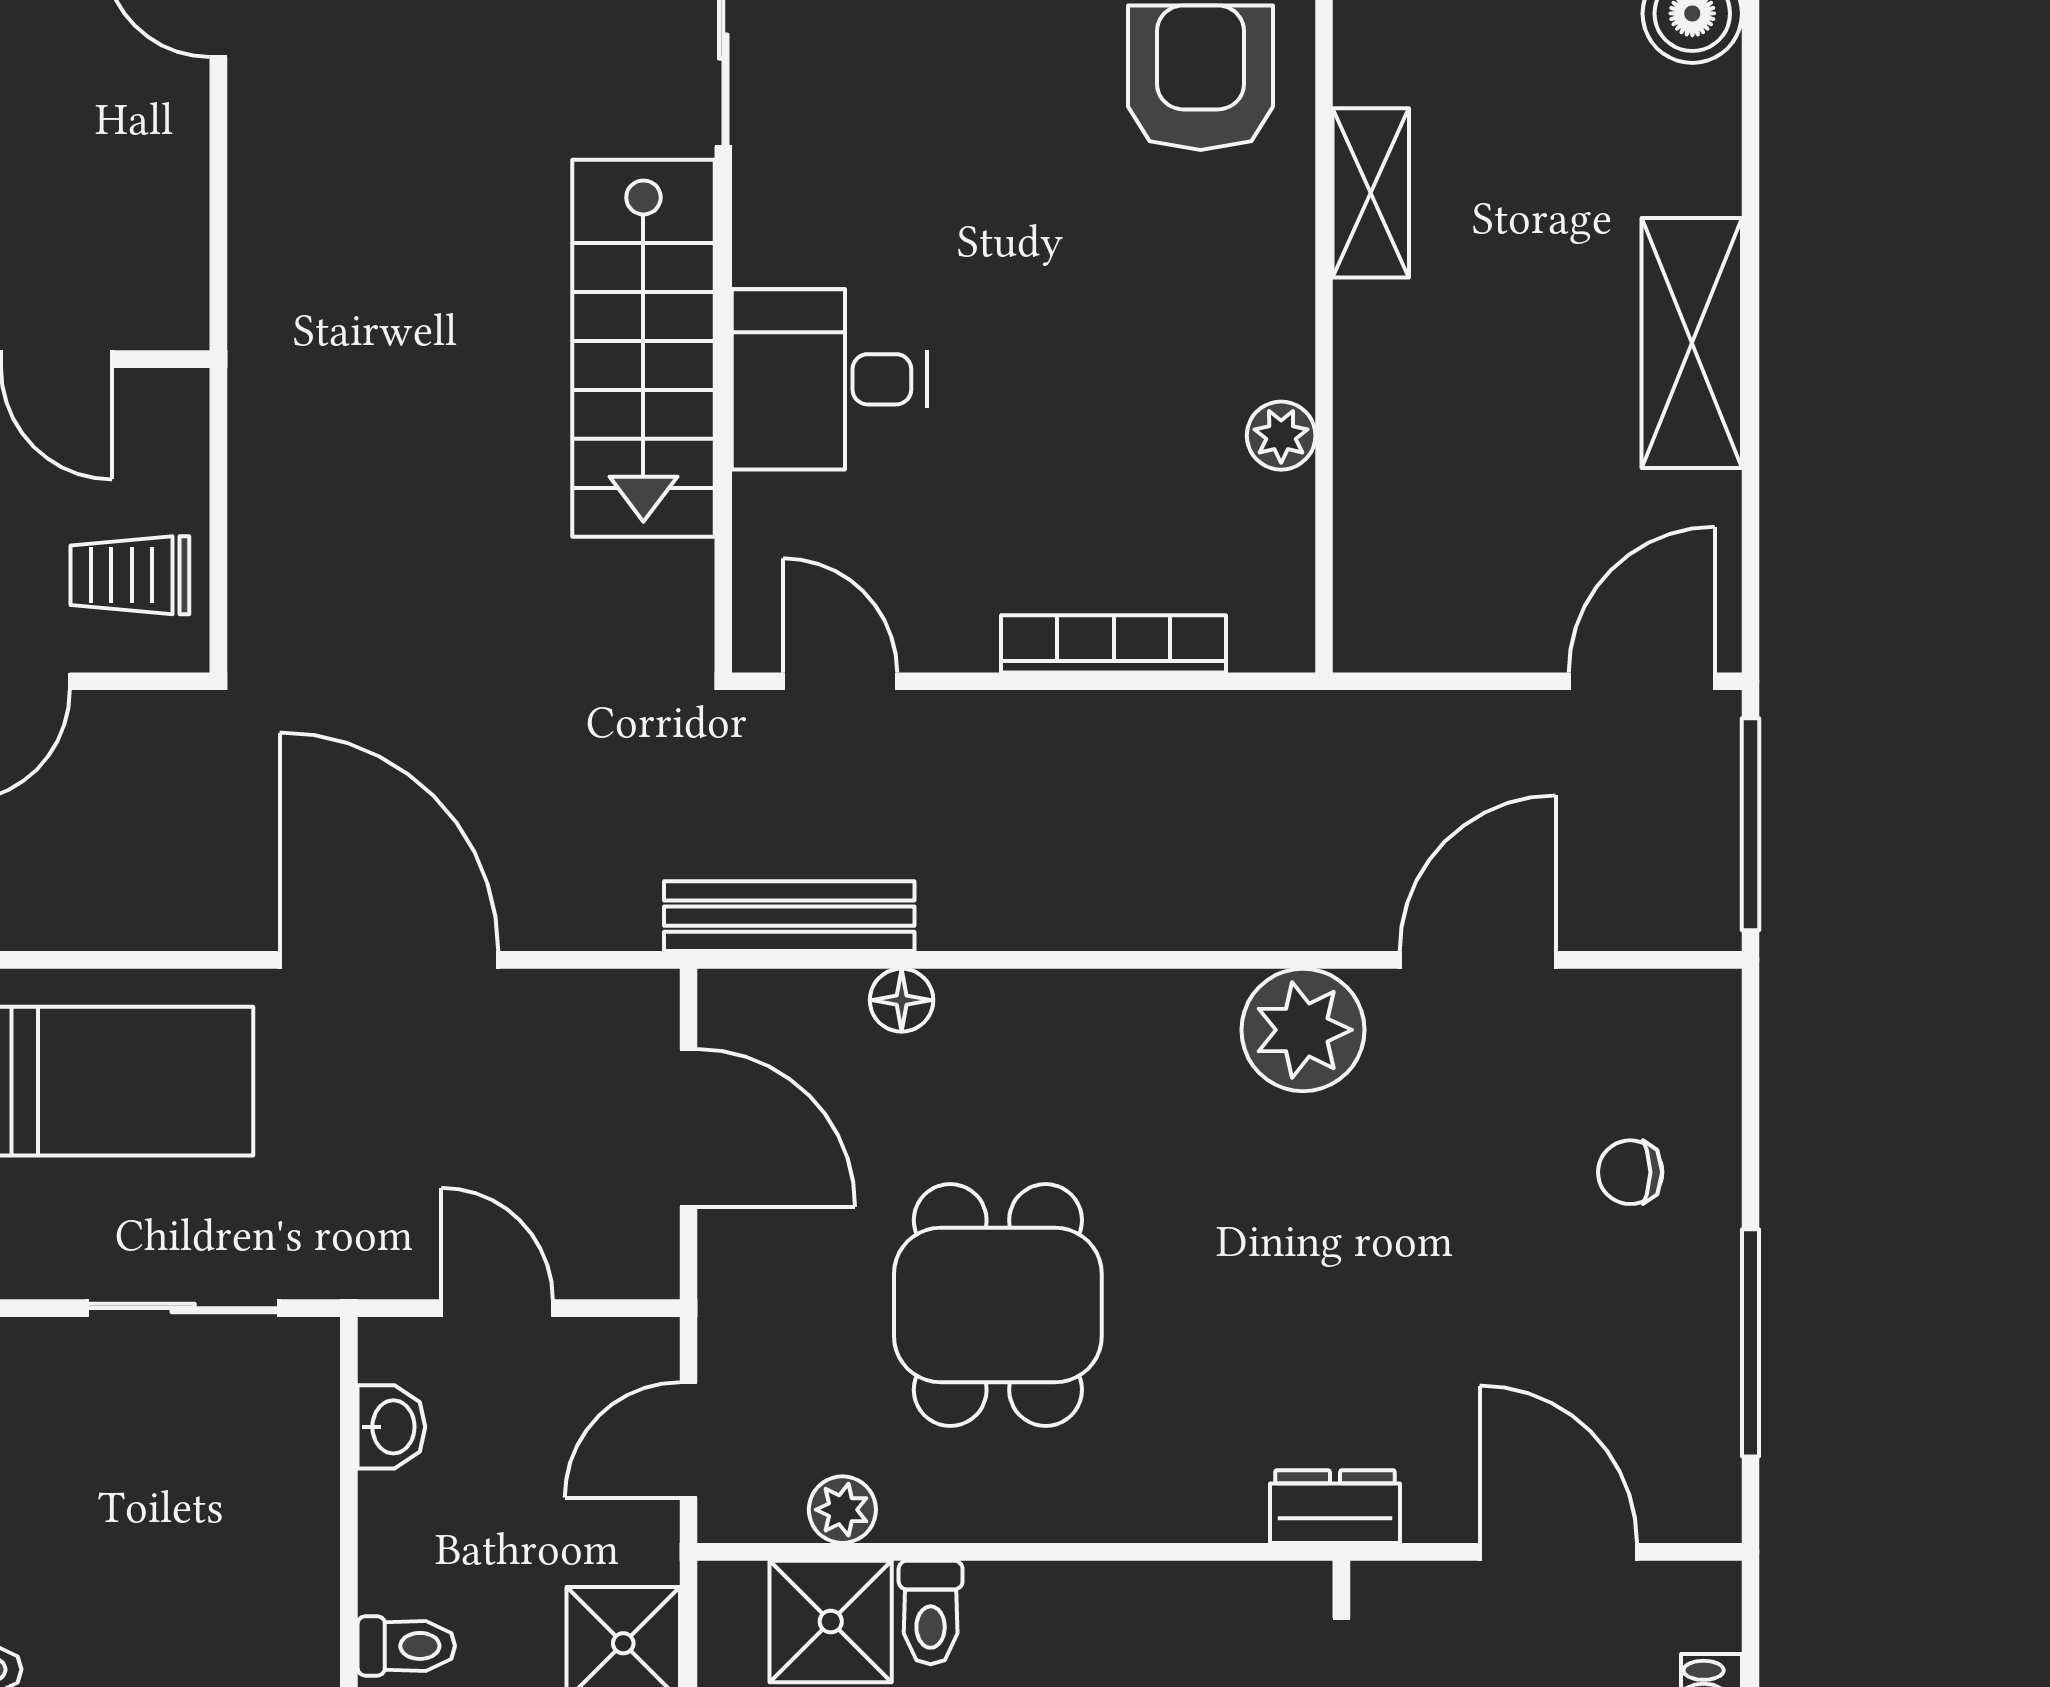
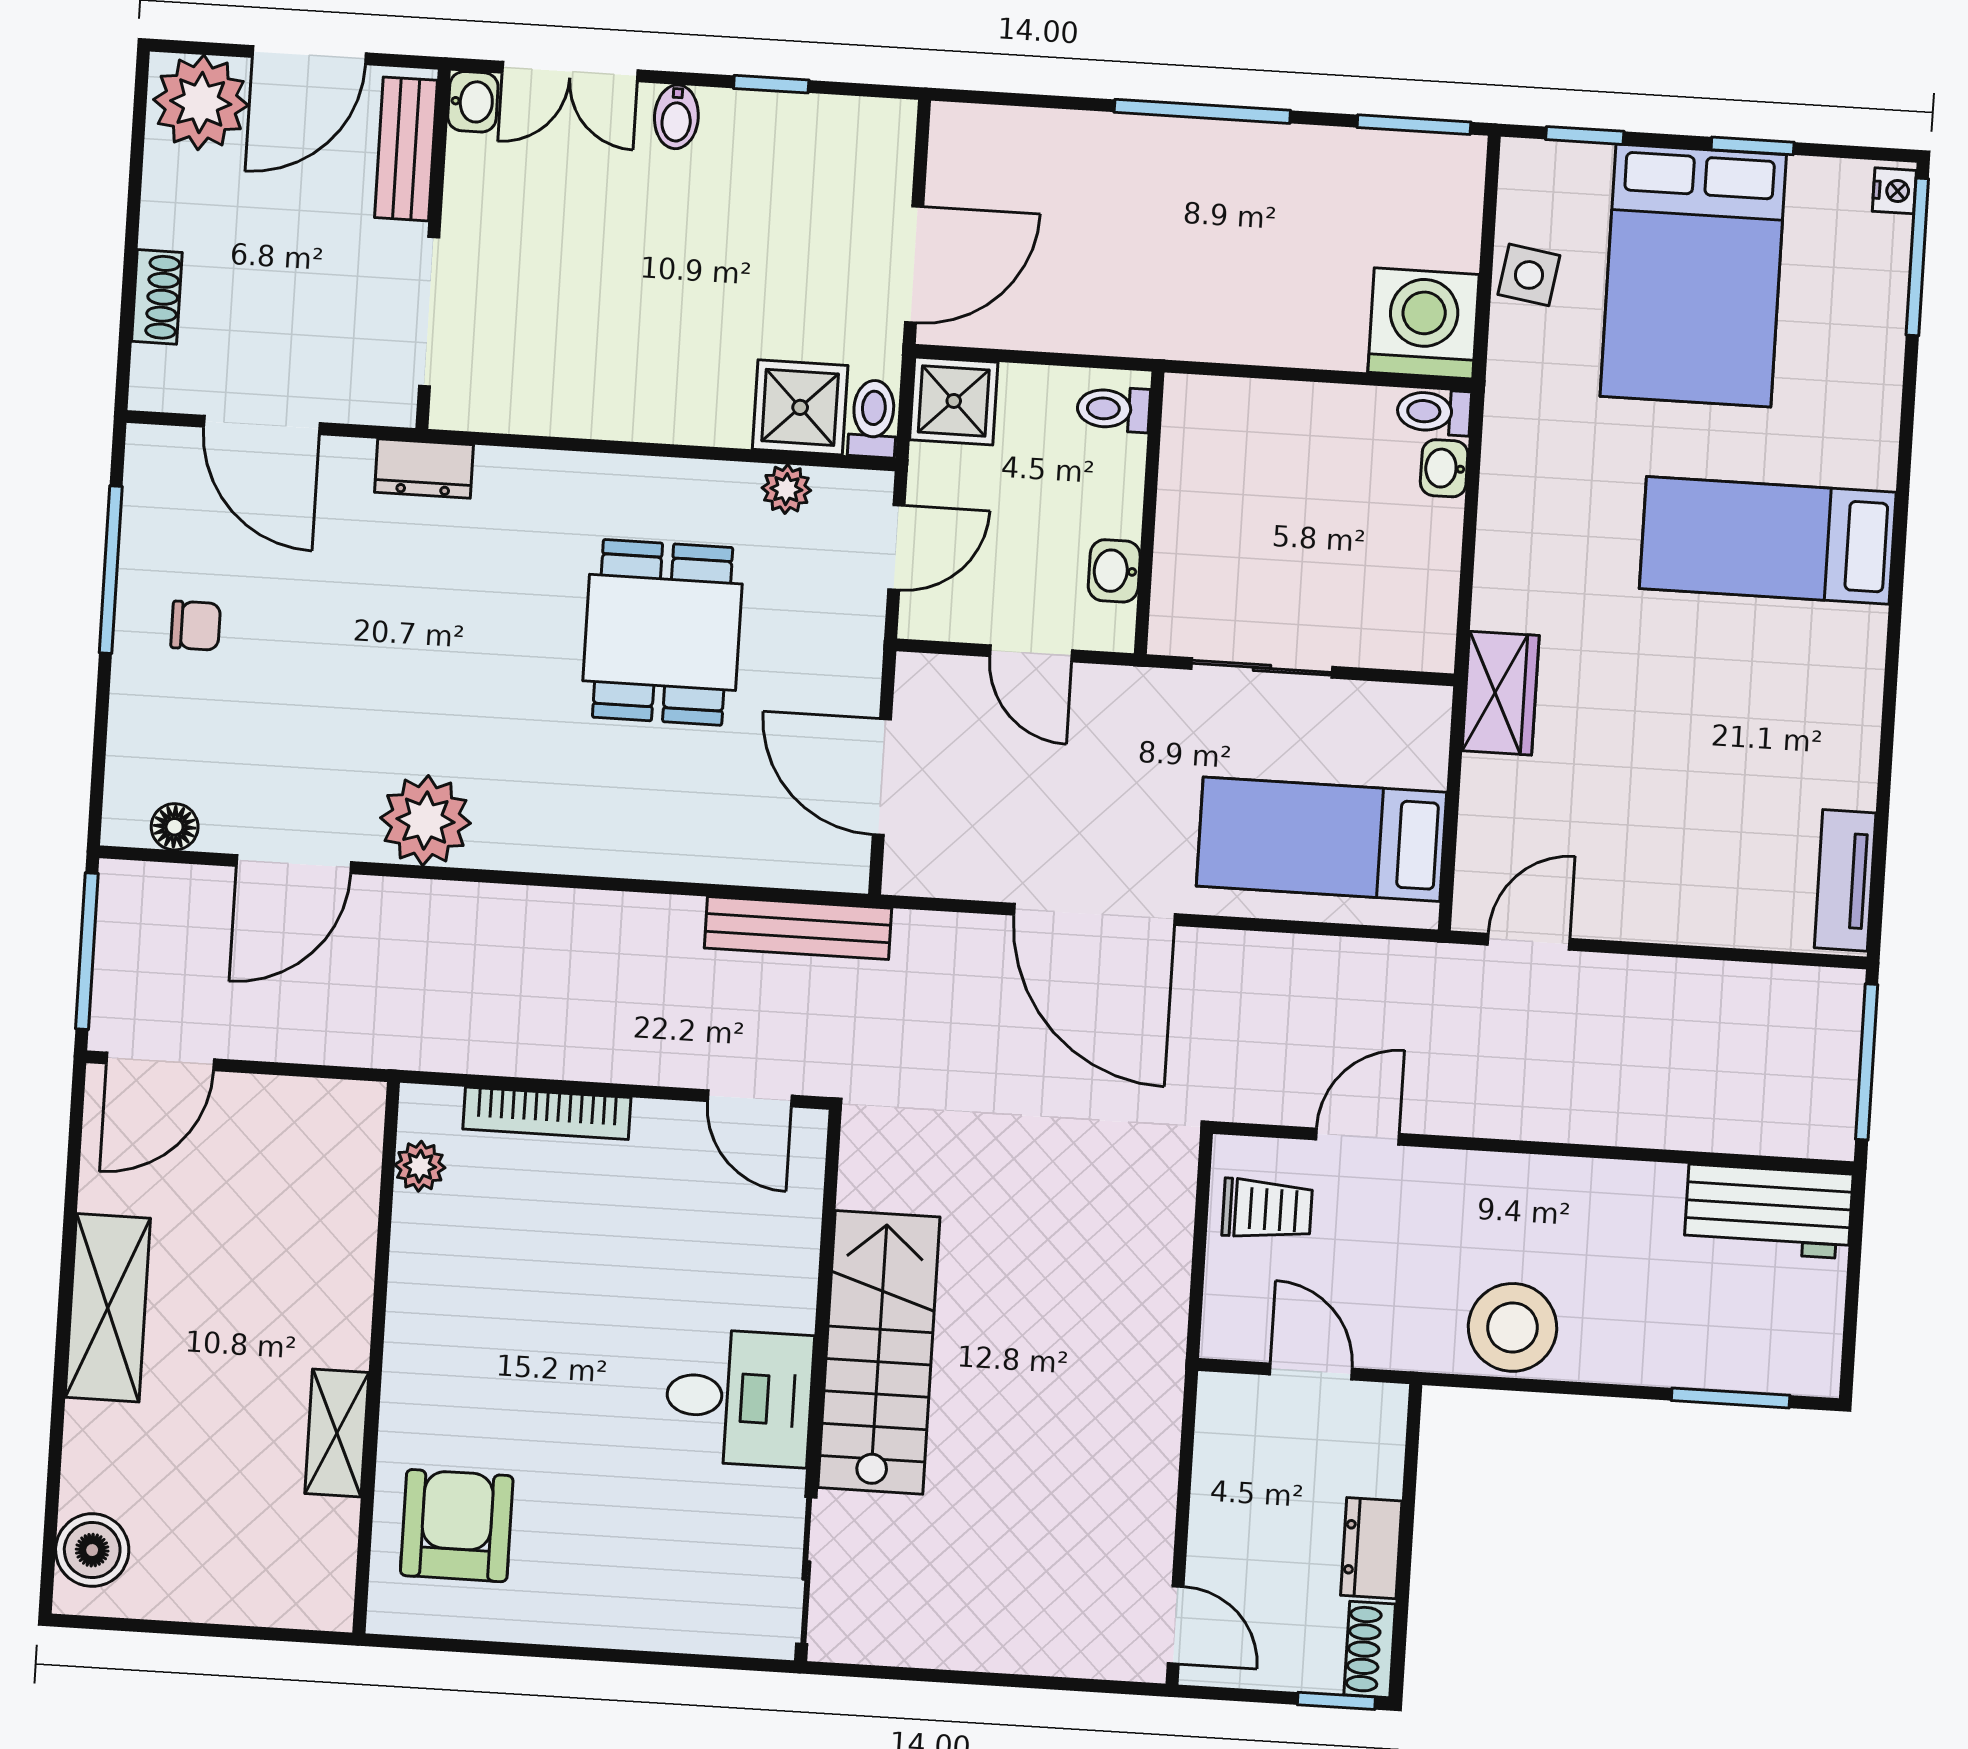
armchair: (1201, 78) -> (457, 1526), turned 180
desk: (829, 379) -> (739, 1398), moved
plant: (1281, 436) -> (420, 1166), moved
floor lamp: (902, 1000) -> (175, 827), moved
chair: (1630, 1172) -> (196, 626), moved
toilet: (931, 1612) -> (873, 419), moved

